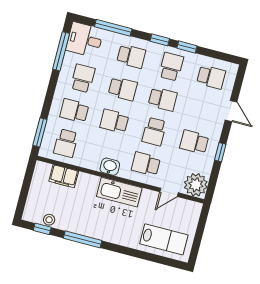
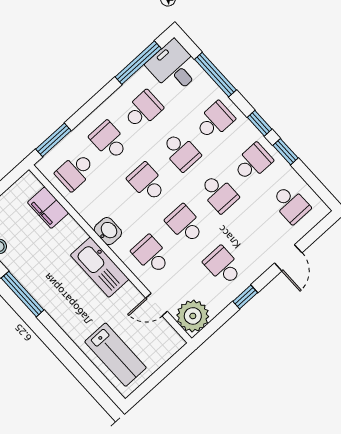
school desk: (131, 56) -> (215, 121), turned -90
school desk: (154, 132) -> (185, 224), turned 90

